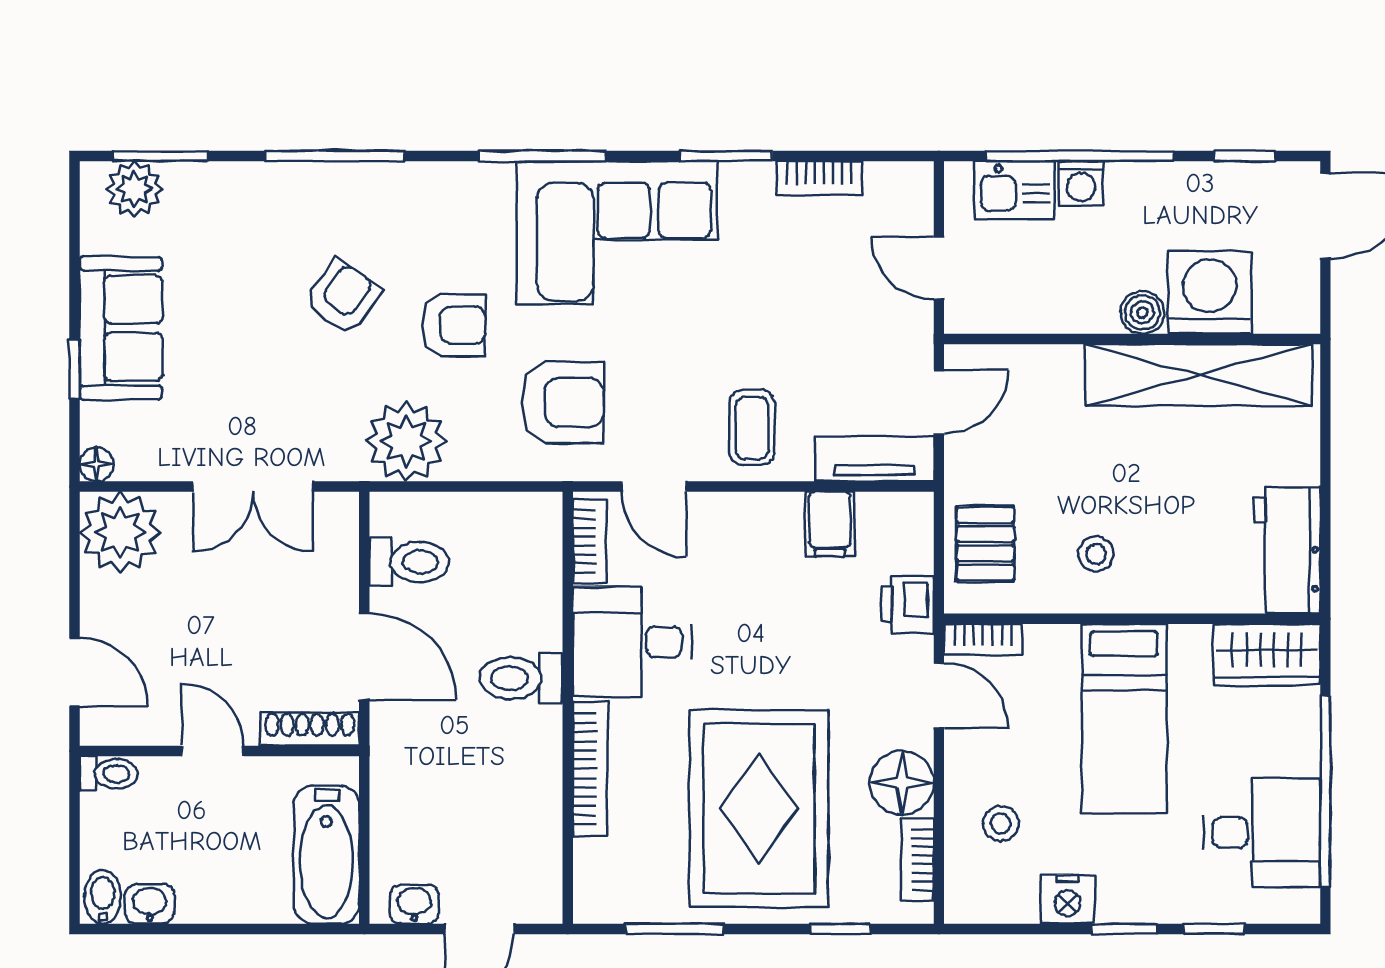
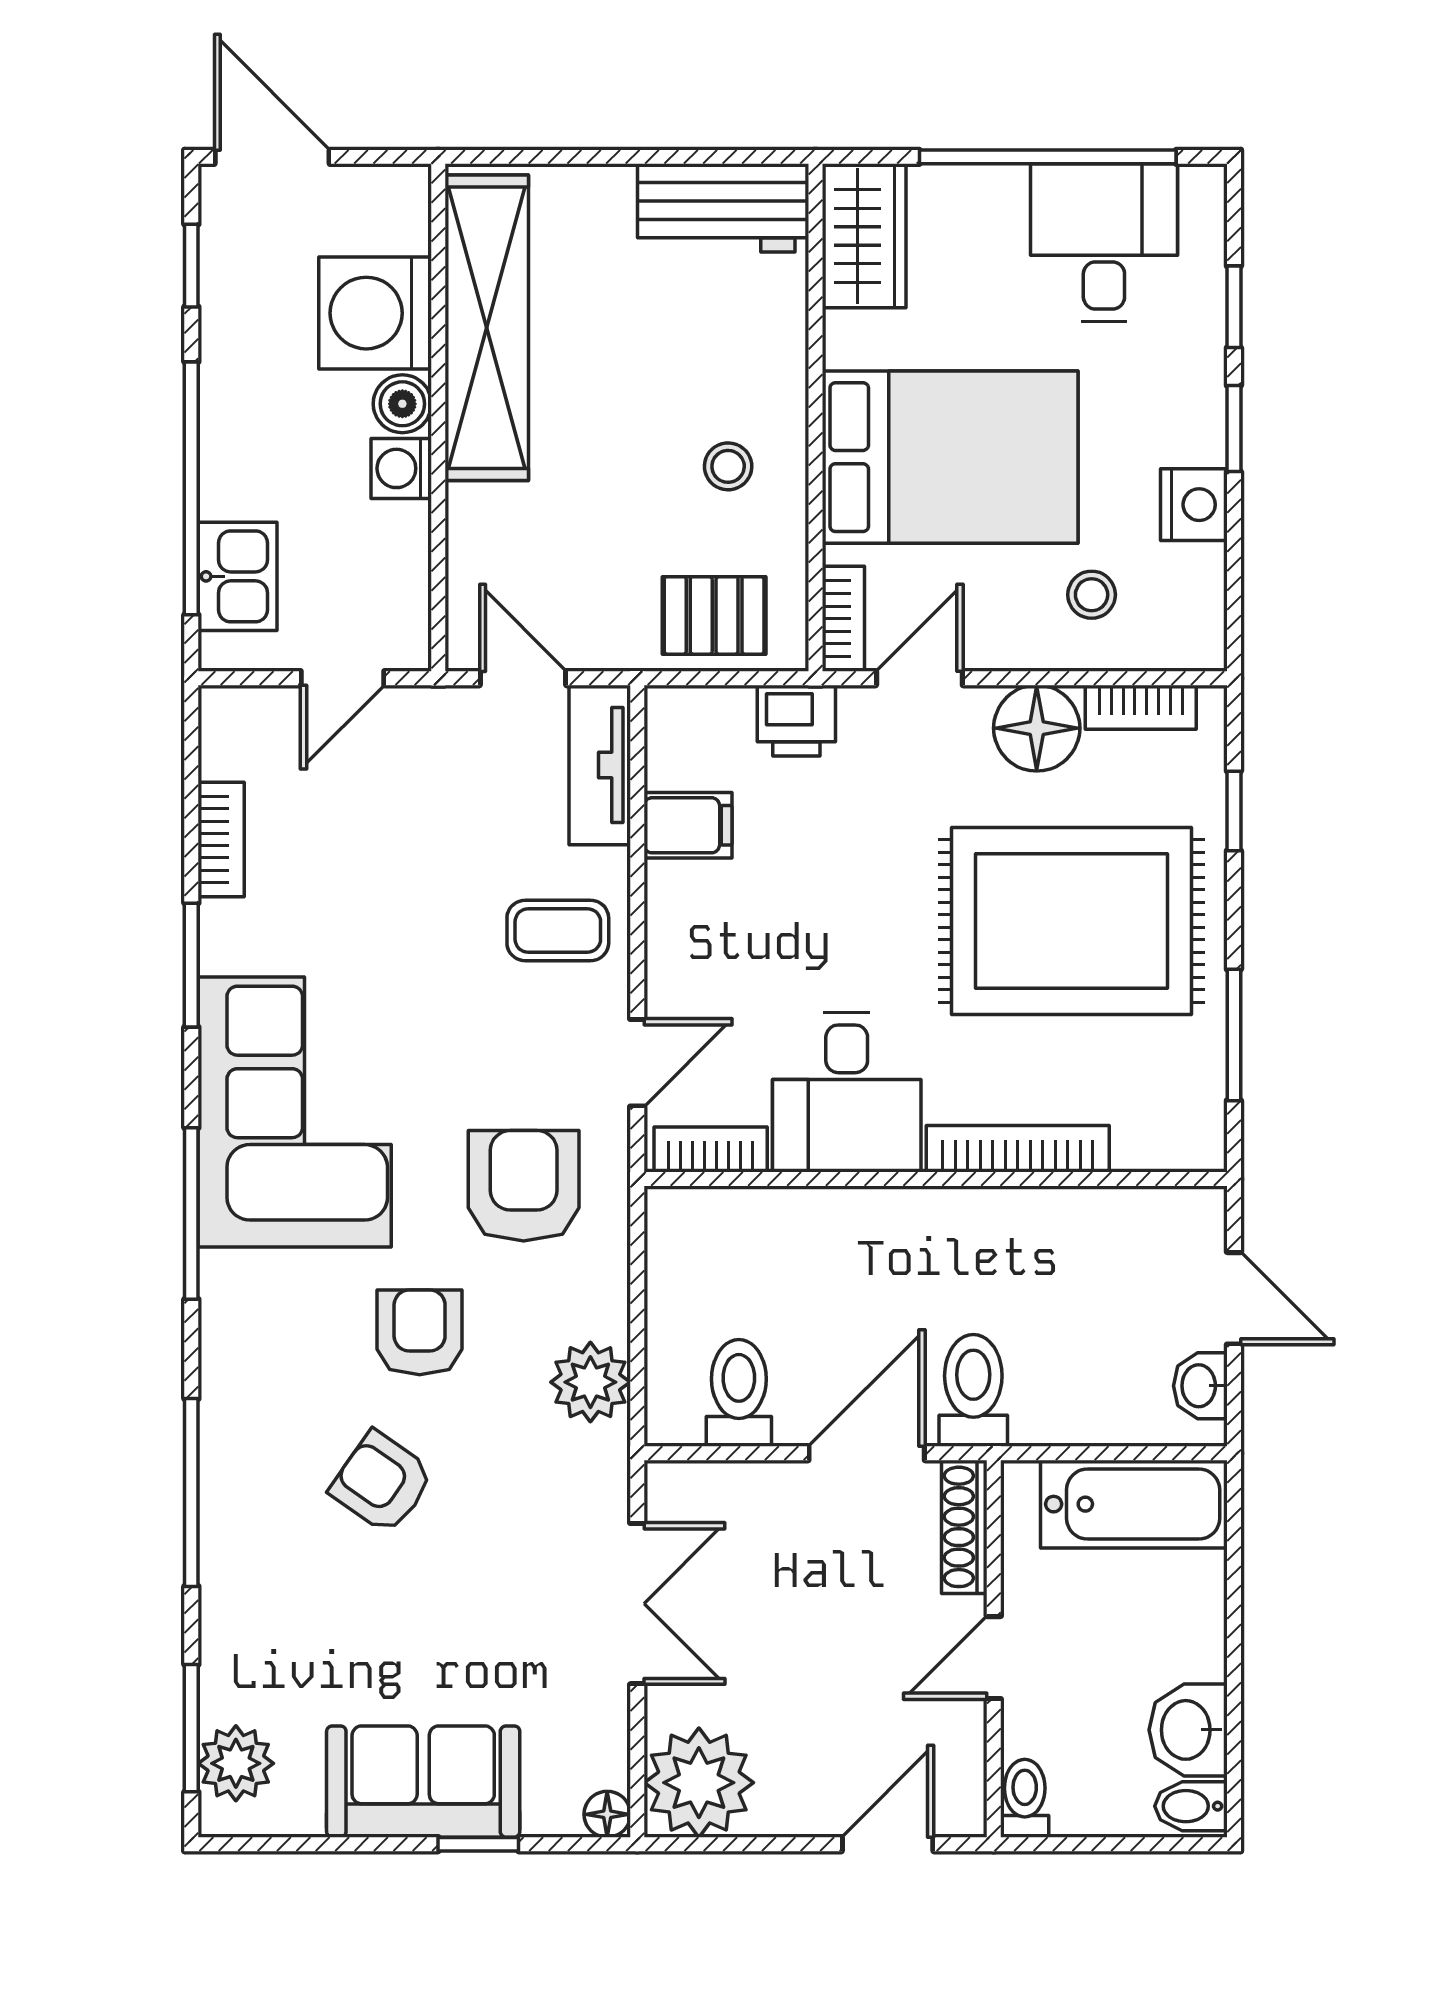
washing machine: (1081, 183) -> (401, 468), moved, turned 180
plant: (406, 441) -> (590, 1382), width x0.73, depth x0.73
toilet: (521, 678) -> (973, 1390), moved, turned 180
bed: (1124, 719) -> (950, 457), width x1.50
washbasin: (150, 904) -> (1188, 1730), width x1.38, depth x1.45

